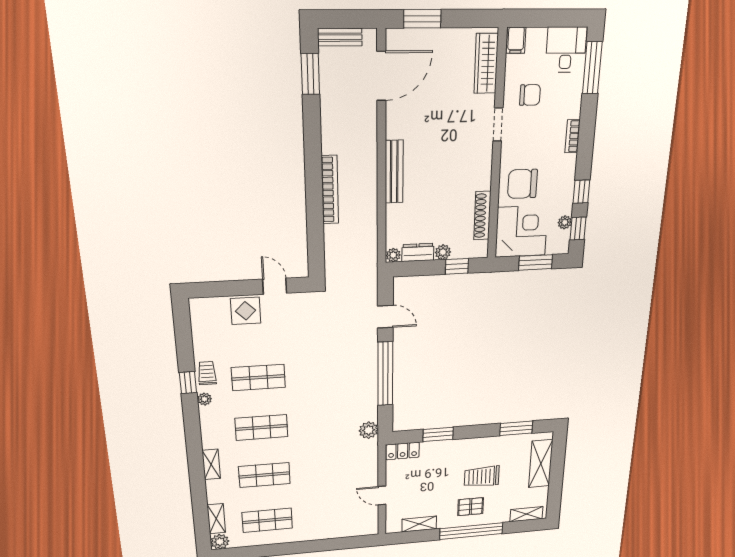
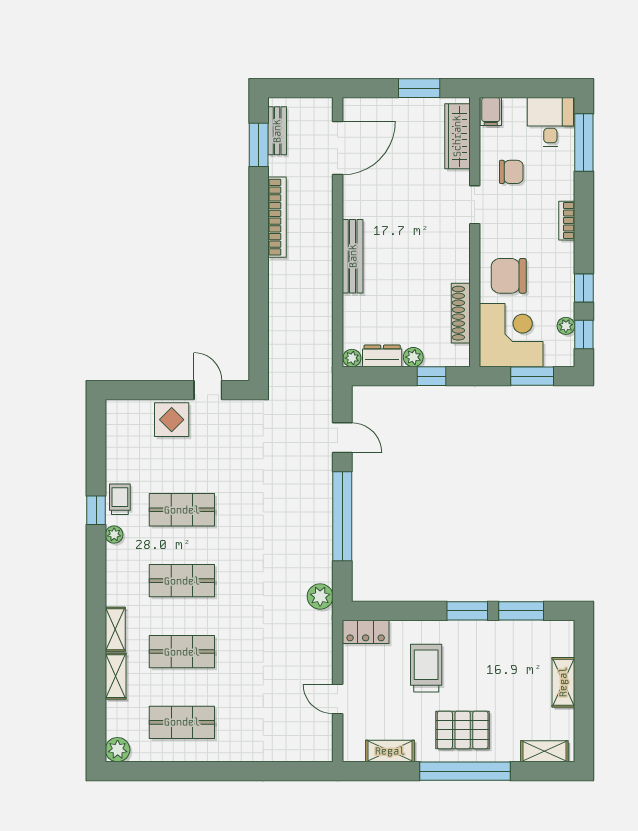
window: (422, 19) -> (419, 88), moved
bench: (340, 37) -> (277, 131), moved, turned 90
bookcase: (330, 190) -> (277, 217), moved
window: (438, 434) -> (467, 611), moved
shelving: (541, 464) -> (563, 682), width x0.67, depth x0.75
trolley: (482, 477) -> (426, 668), moved, turned 90
pallet: (471, 507) -> (463, 730), width x1.50, depth x1.42
shelving: (216, 519) -> (116, 676), moved

